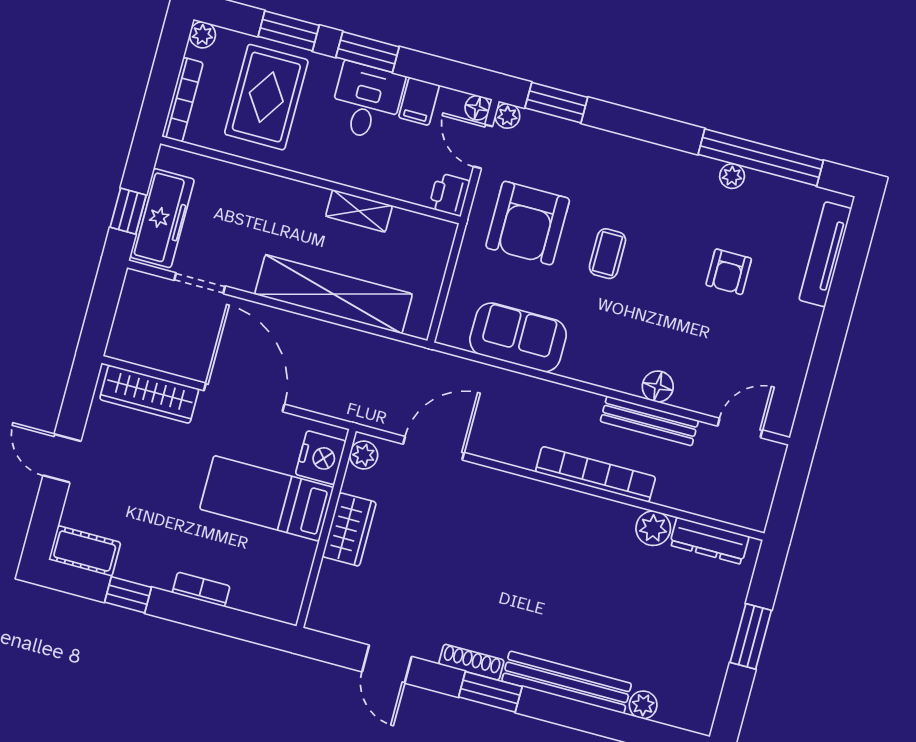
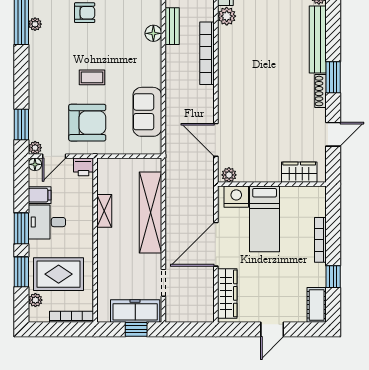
plant: (202, 35) -> (35, 300), moved
bench: (649, 421) -> (172, 26), width x0.73
wardrobe: (349, 529) -> (299, 172), moved
bookcase: (201, 589) -> (320, 240), width x1.56

